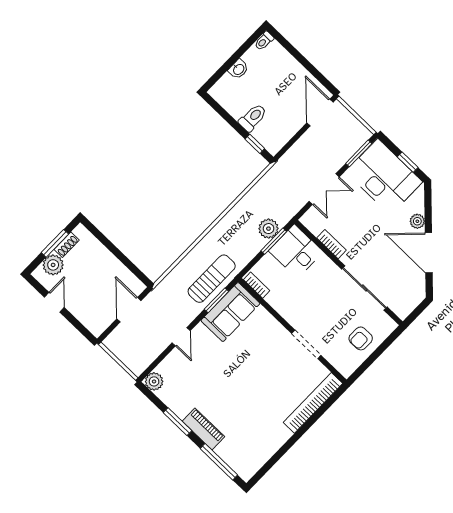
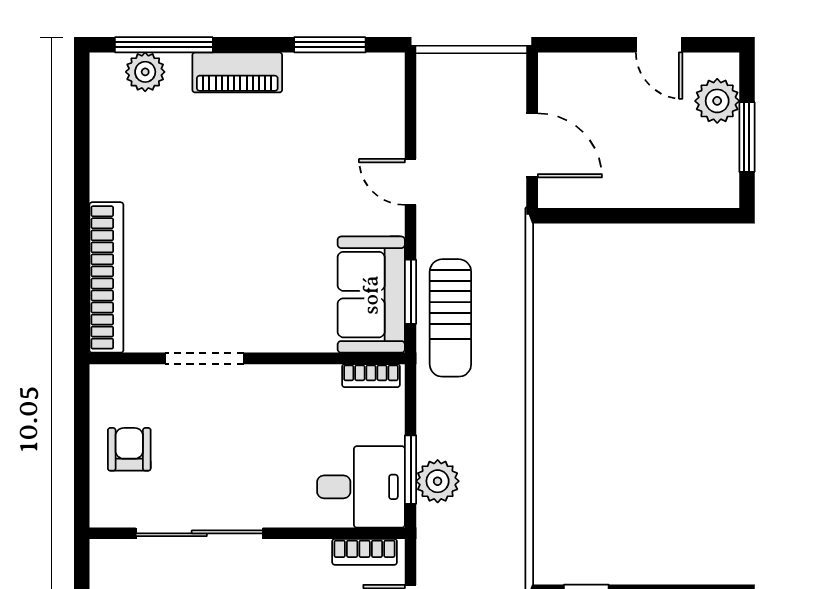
bookcase: (331, 244) -> (365, 552), moved
shoe rack: (67, 245) -> (727, 152), removed
plant: (154, 381) -> (145, 72), moved
window: (177, 422) -> (330, 45), moved

